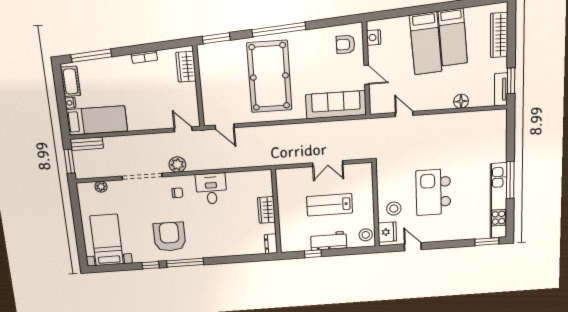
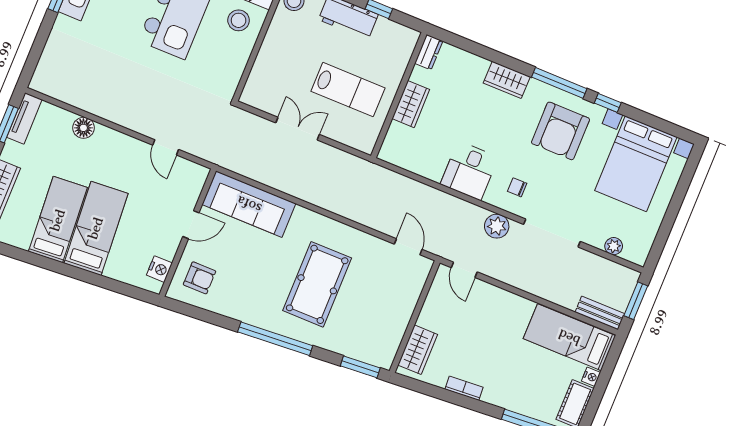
door: (366, 75) -> (191, 225), swing flipped
pool table: (269, 76) -> (317, 284), width x0.73, depth x0.76
lab bench: (330, 205) -> (348, 90), moved
bed with nightstands: (107, 240) -> (636, 164), width x1.36
wardrobe: (217, 250) -> (507, 80), added

